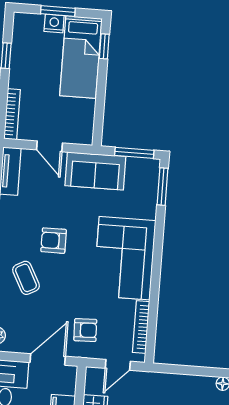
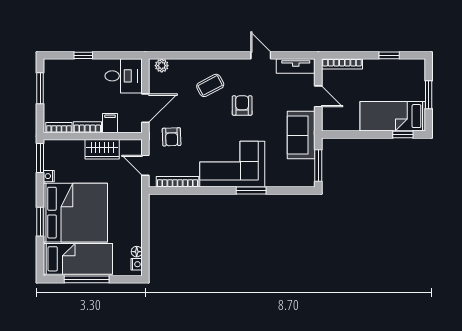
nightstand: (54, 24) -> (418, 92), removed
door: (49, 146) -> (318, 96), swing flipped
window: (163, 187) -> (251, 190), moved
door: (48, 359) -> (145, 108), hinge flipped

